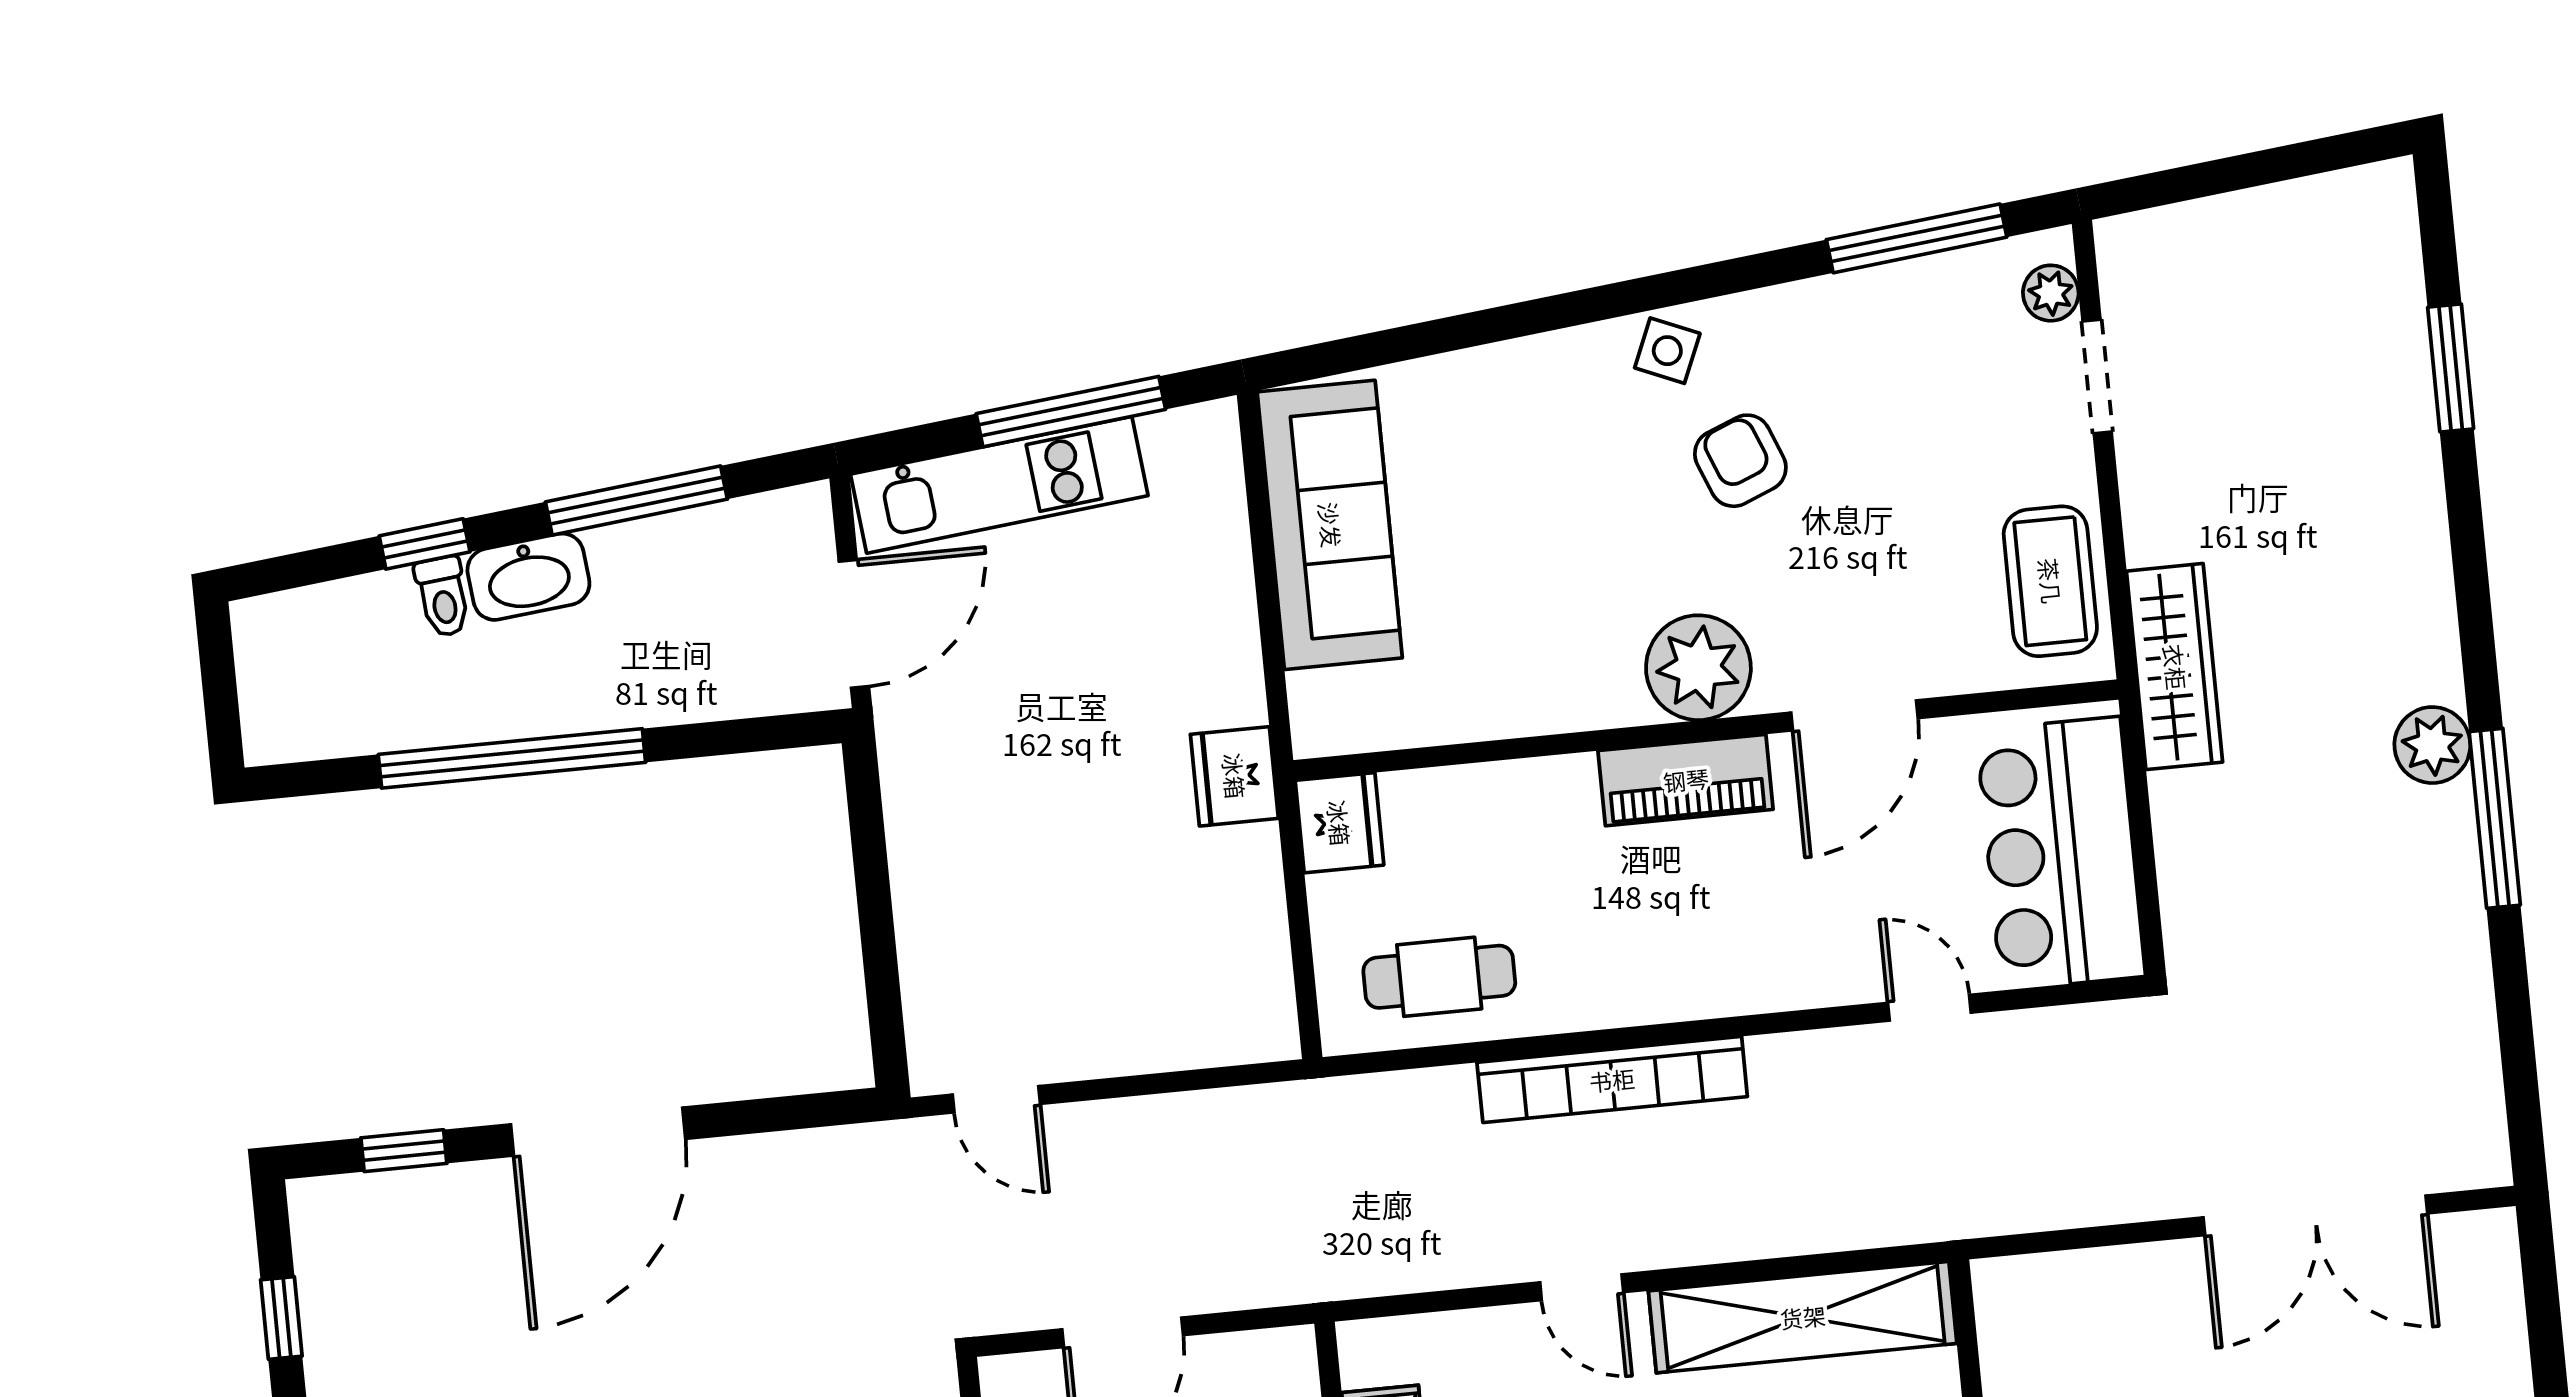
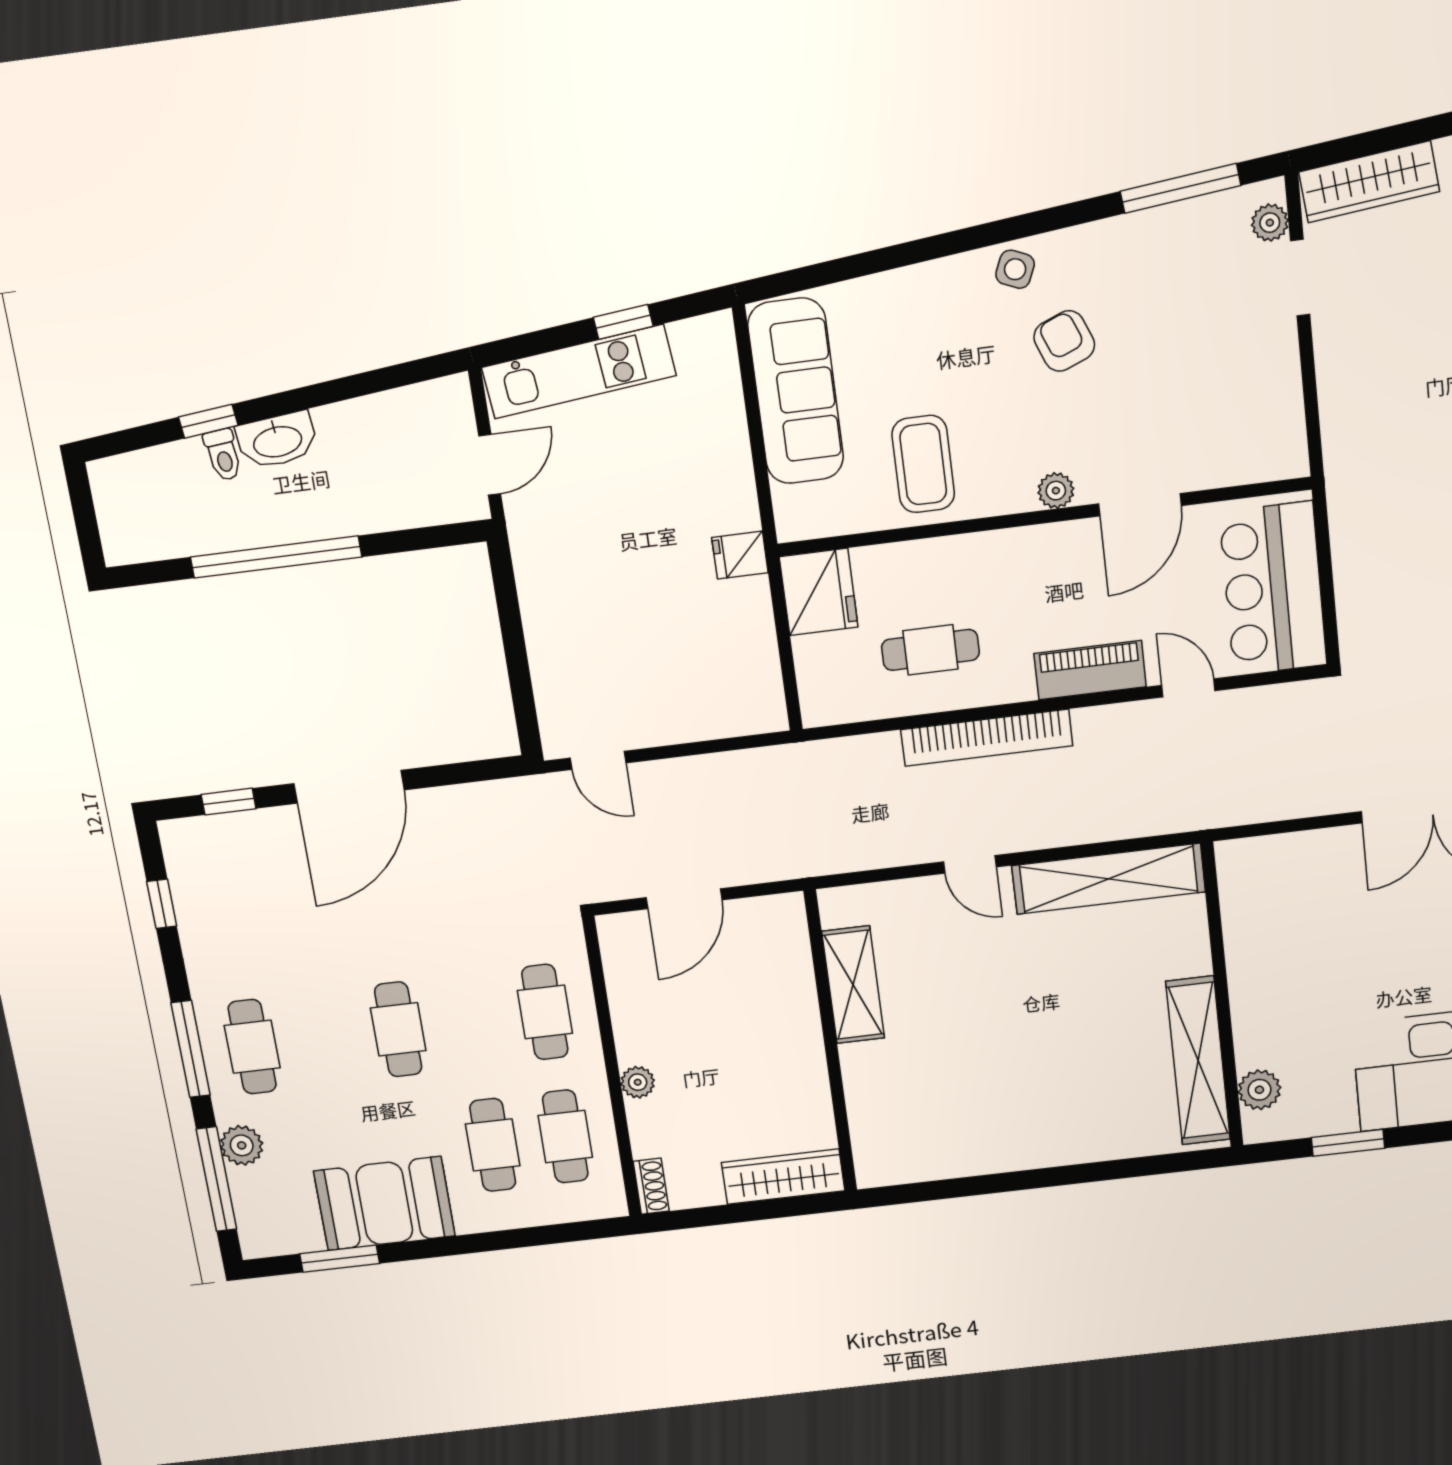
window: (1071, 412) -> (623, 322), width x0.46
window: (636, 501) -> (343, 389), removed
coffee table: (2050, 581) -> (923, 464), moved
door: (854, 624) -> (490, 465), width x0.73
wardrobe: (2175, 667) -> (1369, 182), moved, turned 84
plant: (1698, 668) -> (1056, 491), width x0.53, depth x0.53
fridge: (1234, 776) -> (740, 555), width x0.72
piano: (1686, 780) -> (1090, 670), moved, turned 180
fridge: (1339, 823) -> (819, 592), width x1.36, depth x1.34
cafe table: (1439, 977) -> (930, 650), moved

